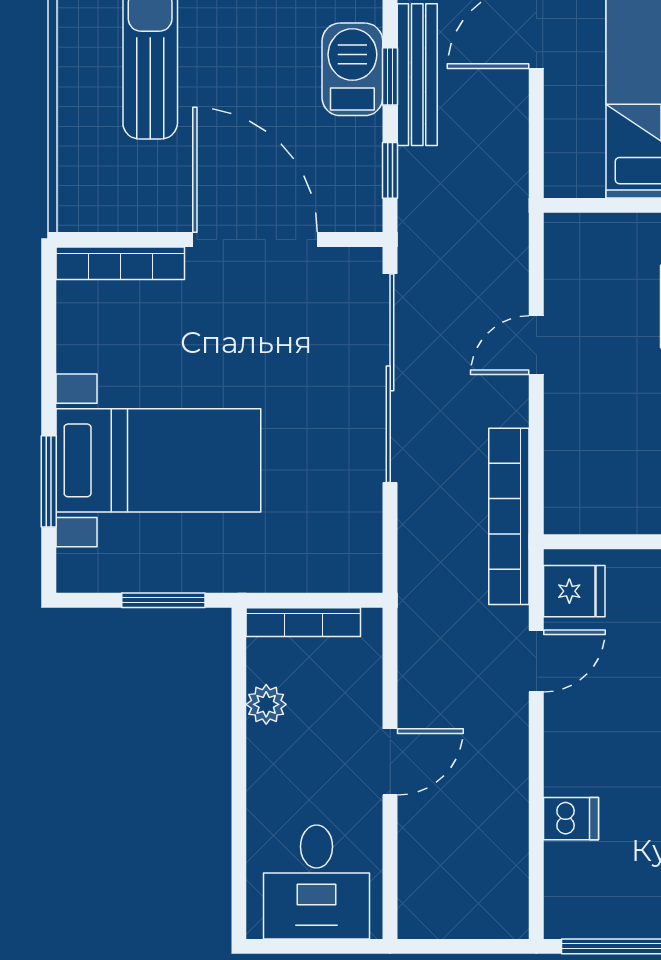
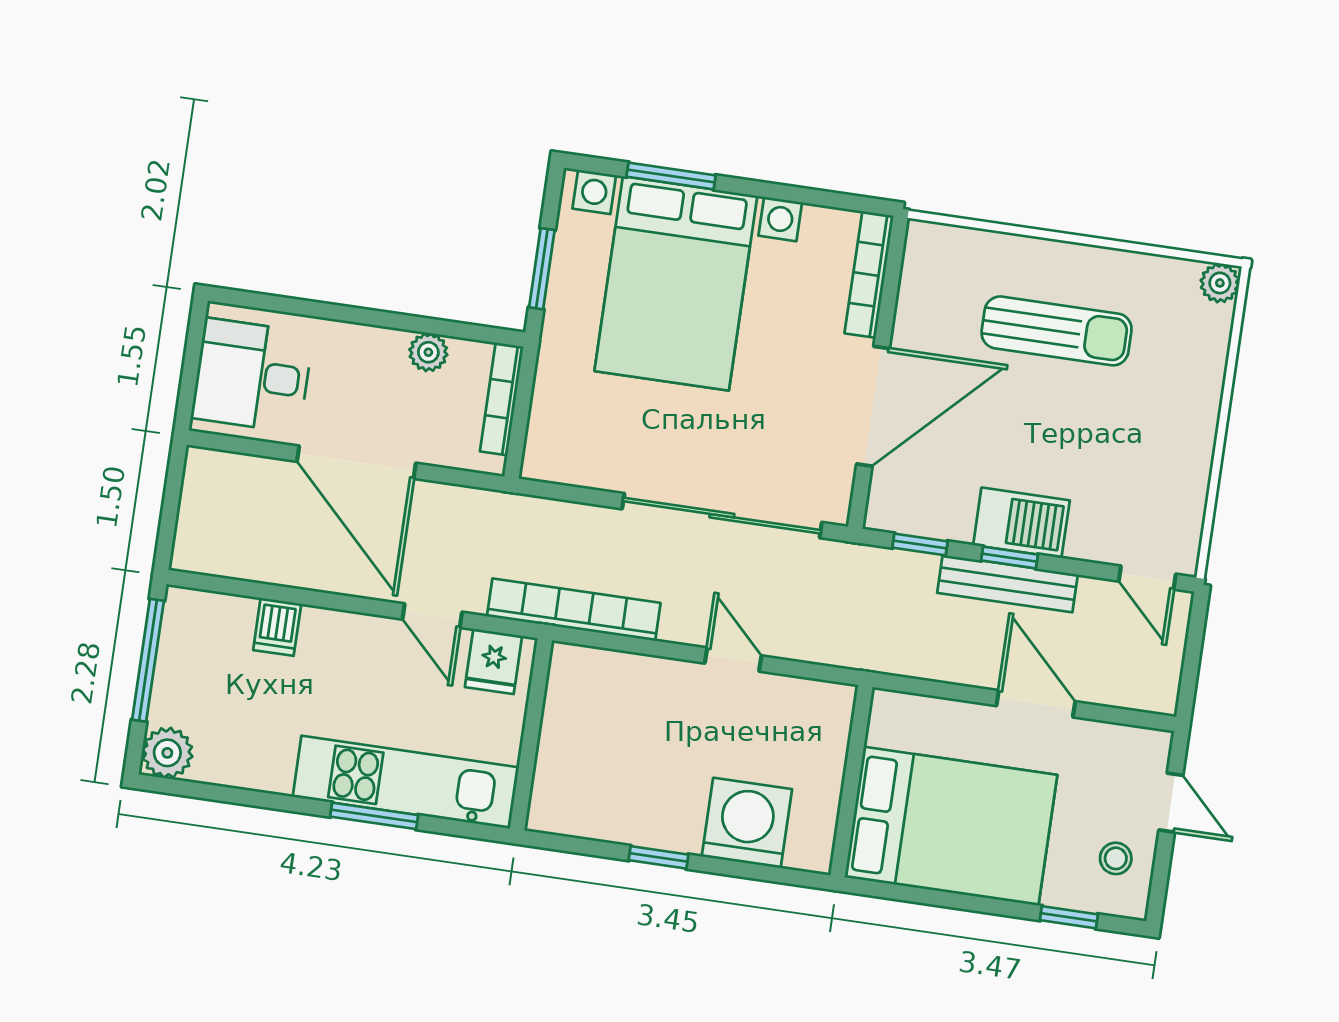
bed with nightstands: (158, 460) -> (676, 283), width x1.36
door: (390, 762) -> (356, 462), width x1.88

